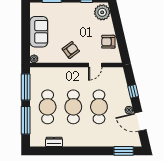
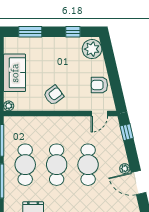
door: (95, 65) -> (99, 113), moved
window: (133, 91) -> (127, 132), moved

